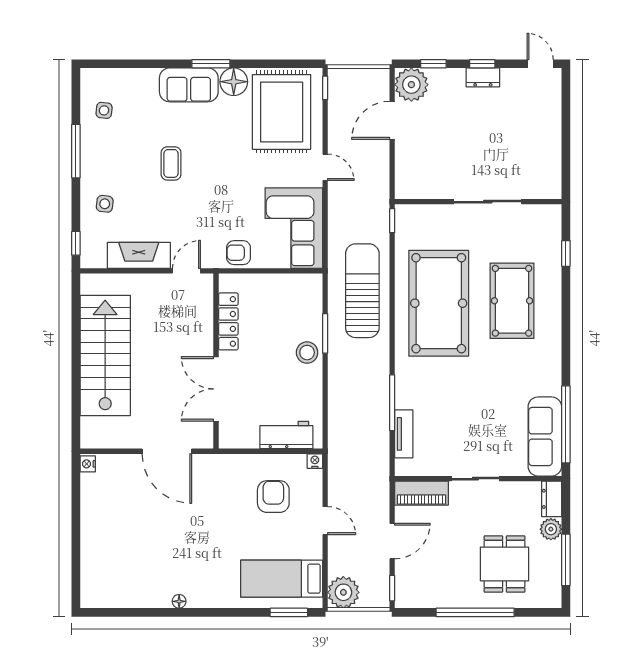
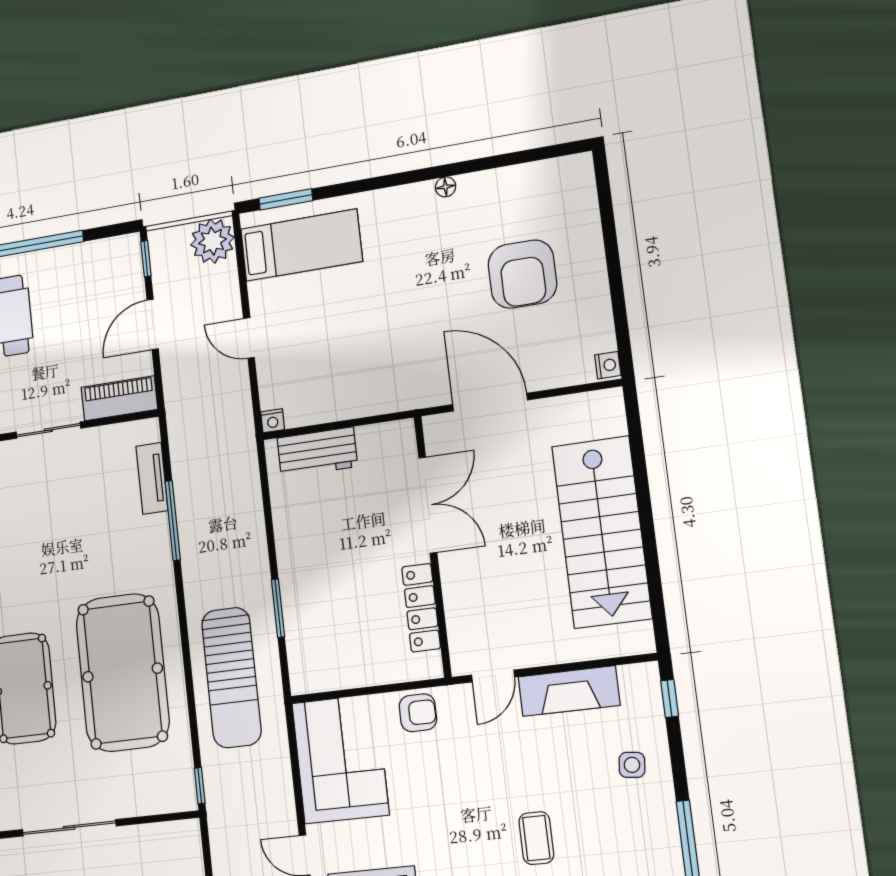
stool: (307, 353) -> (301, 577), removed
armchair: (273, 497) -> (522, 274), moved, width x1.36, depth x1.36

